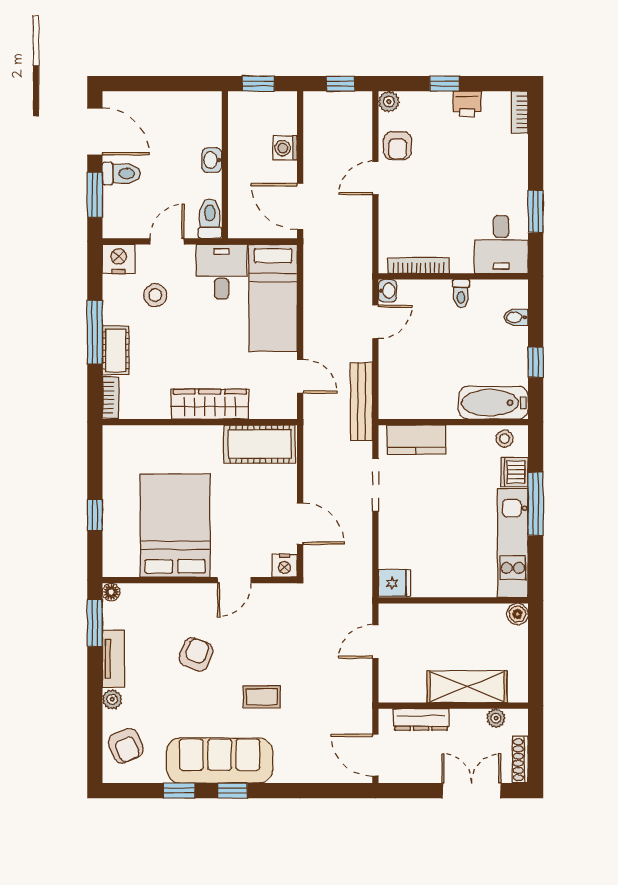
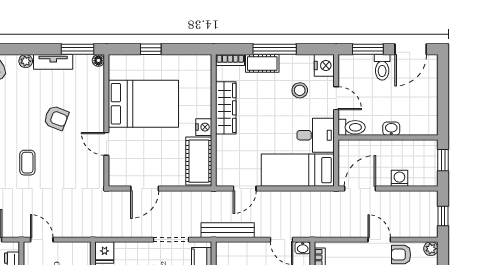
wardrobe: (210, 404) -> (226, 108), moved
nightstand: (285, 566) -> (204, 127), moved, turned 180
door: (375, 641) -> (42, 240), moved

